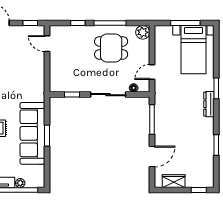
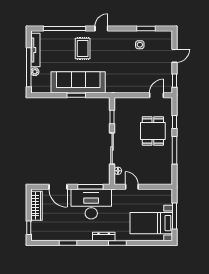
plant: (143, 32) -> (166, 179), removed
dining table: (111, 48) -> (153, 131), moved
desk: (172, 118) -> (91, 204), added
wardrobe: (174, 181) -> (36, 206), width x1.50

